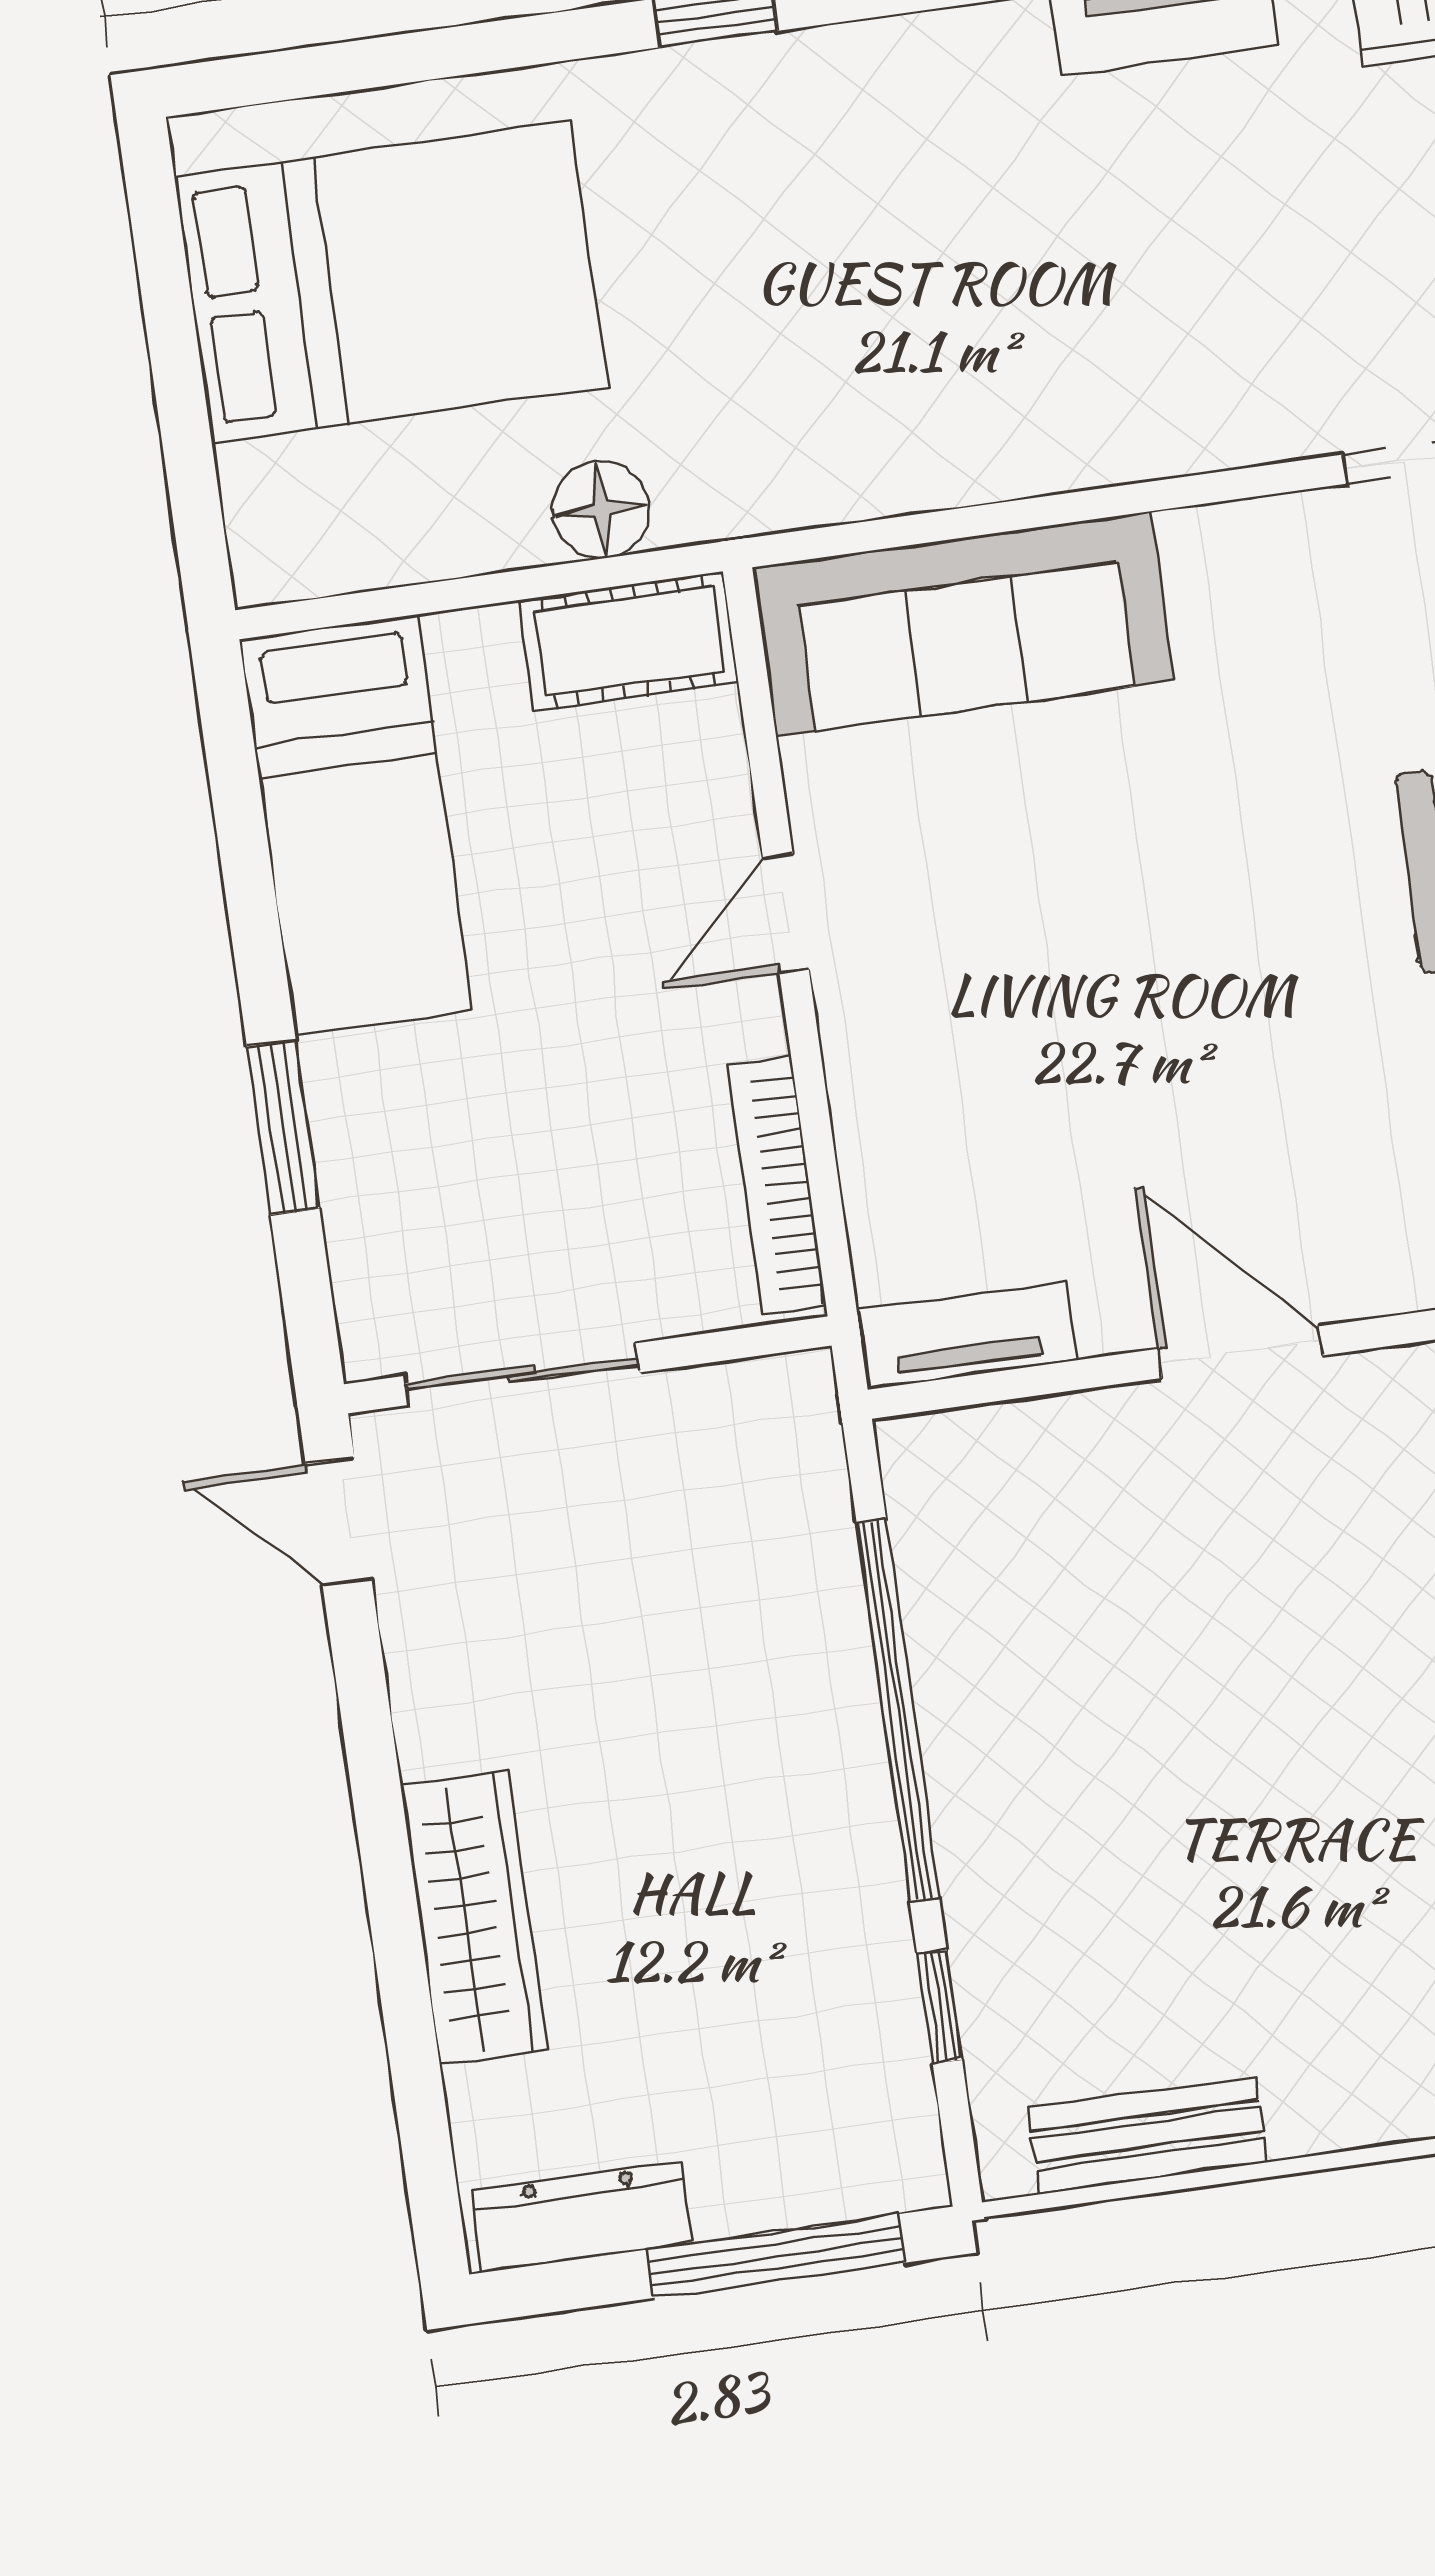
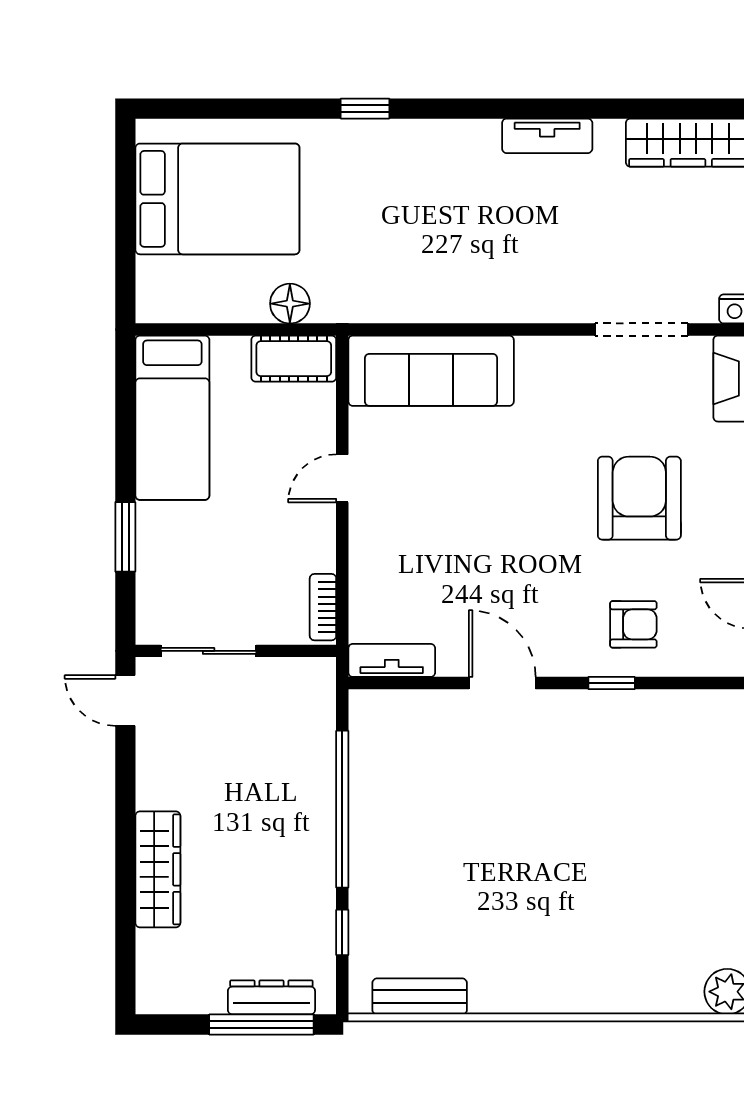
bookcase: (777, 1185) -> (323, 607), width x0.64
dresser: (582, 2217) -> (271, 997), moved

